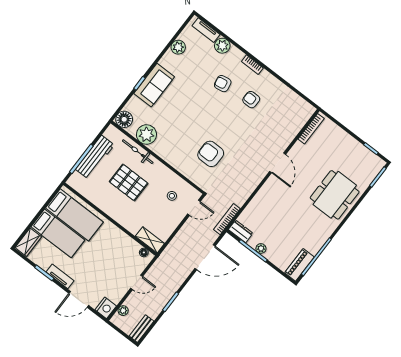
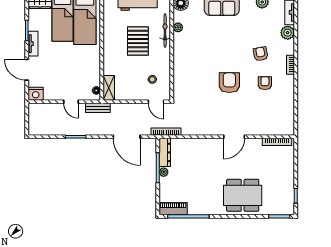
plant: (146, 135) -> (178, 27), width x0.53, depth x0.53
armchair: (211, 154) -> (229, 83), moved
dresser: (241, 231) -> (165, 152), width x1.44
plant: (123, 311) -> (43, 108), removed
bench: (141, 329) -> (98, 108), moved

